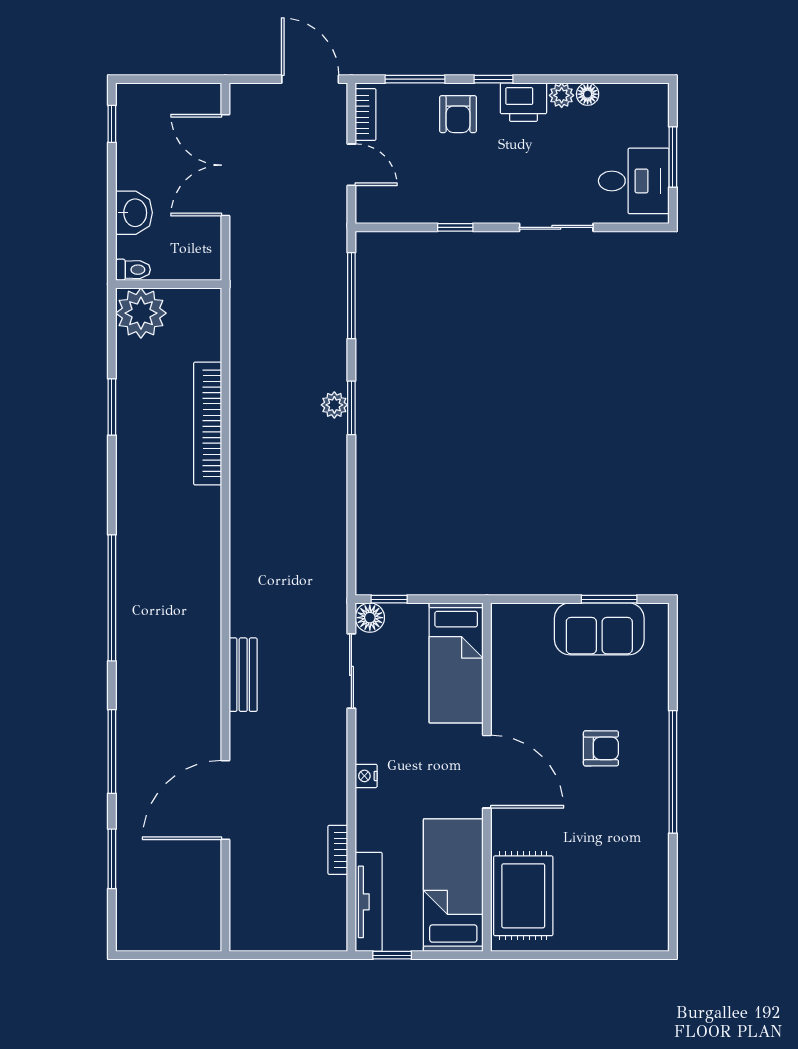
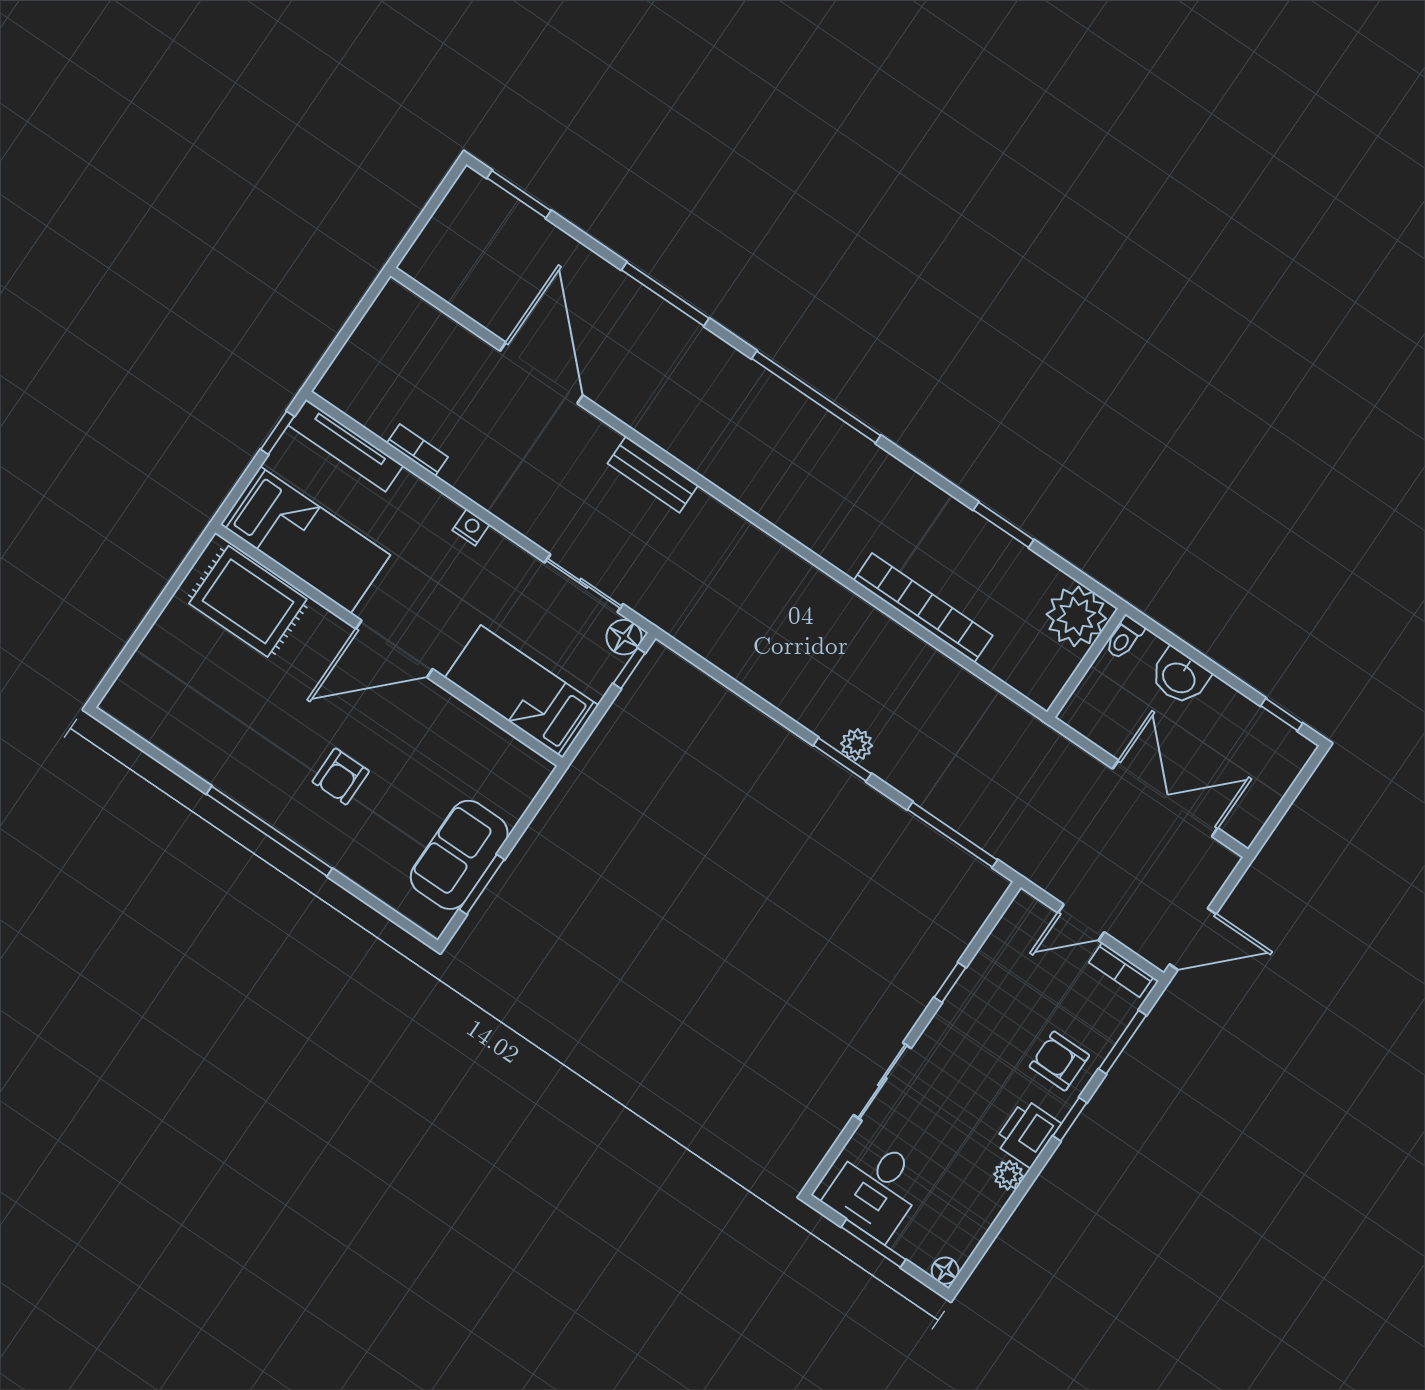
floor lamp: (588, 94) -> (945, 1271), moved
window: (112, 859) -> (519, 194), moved

